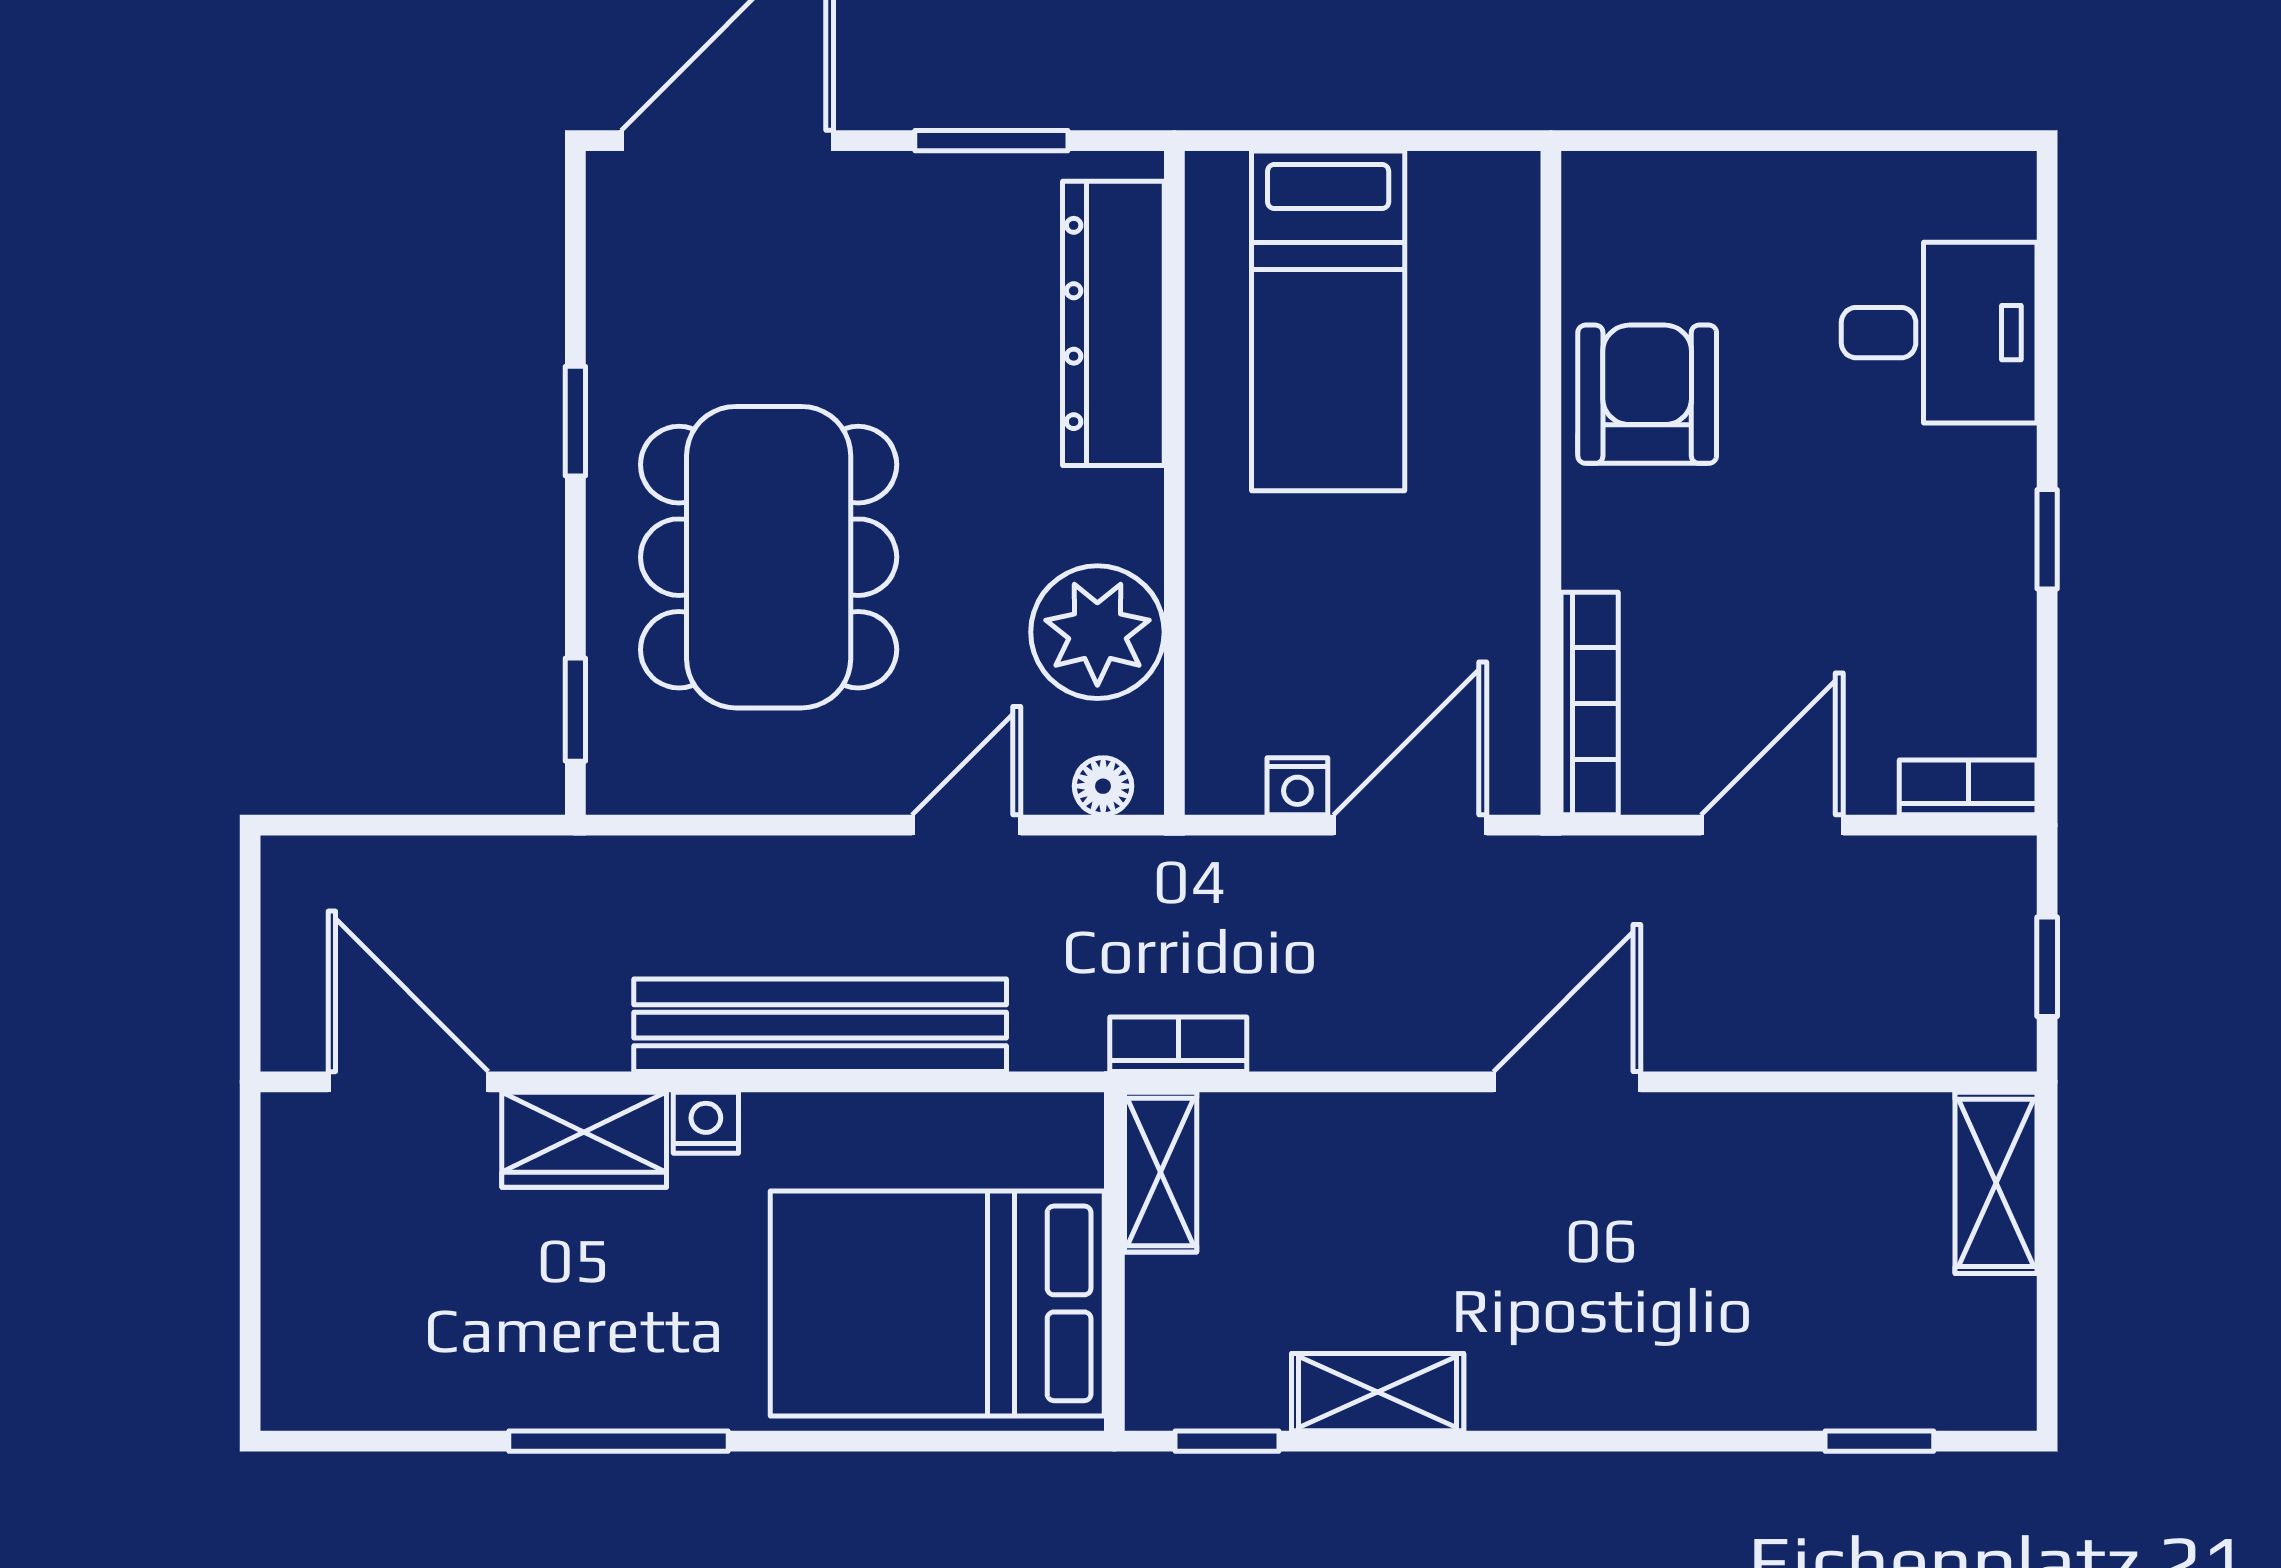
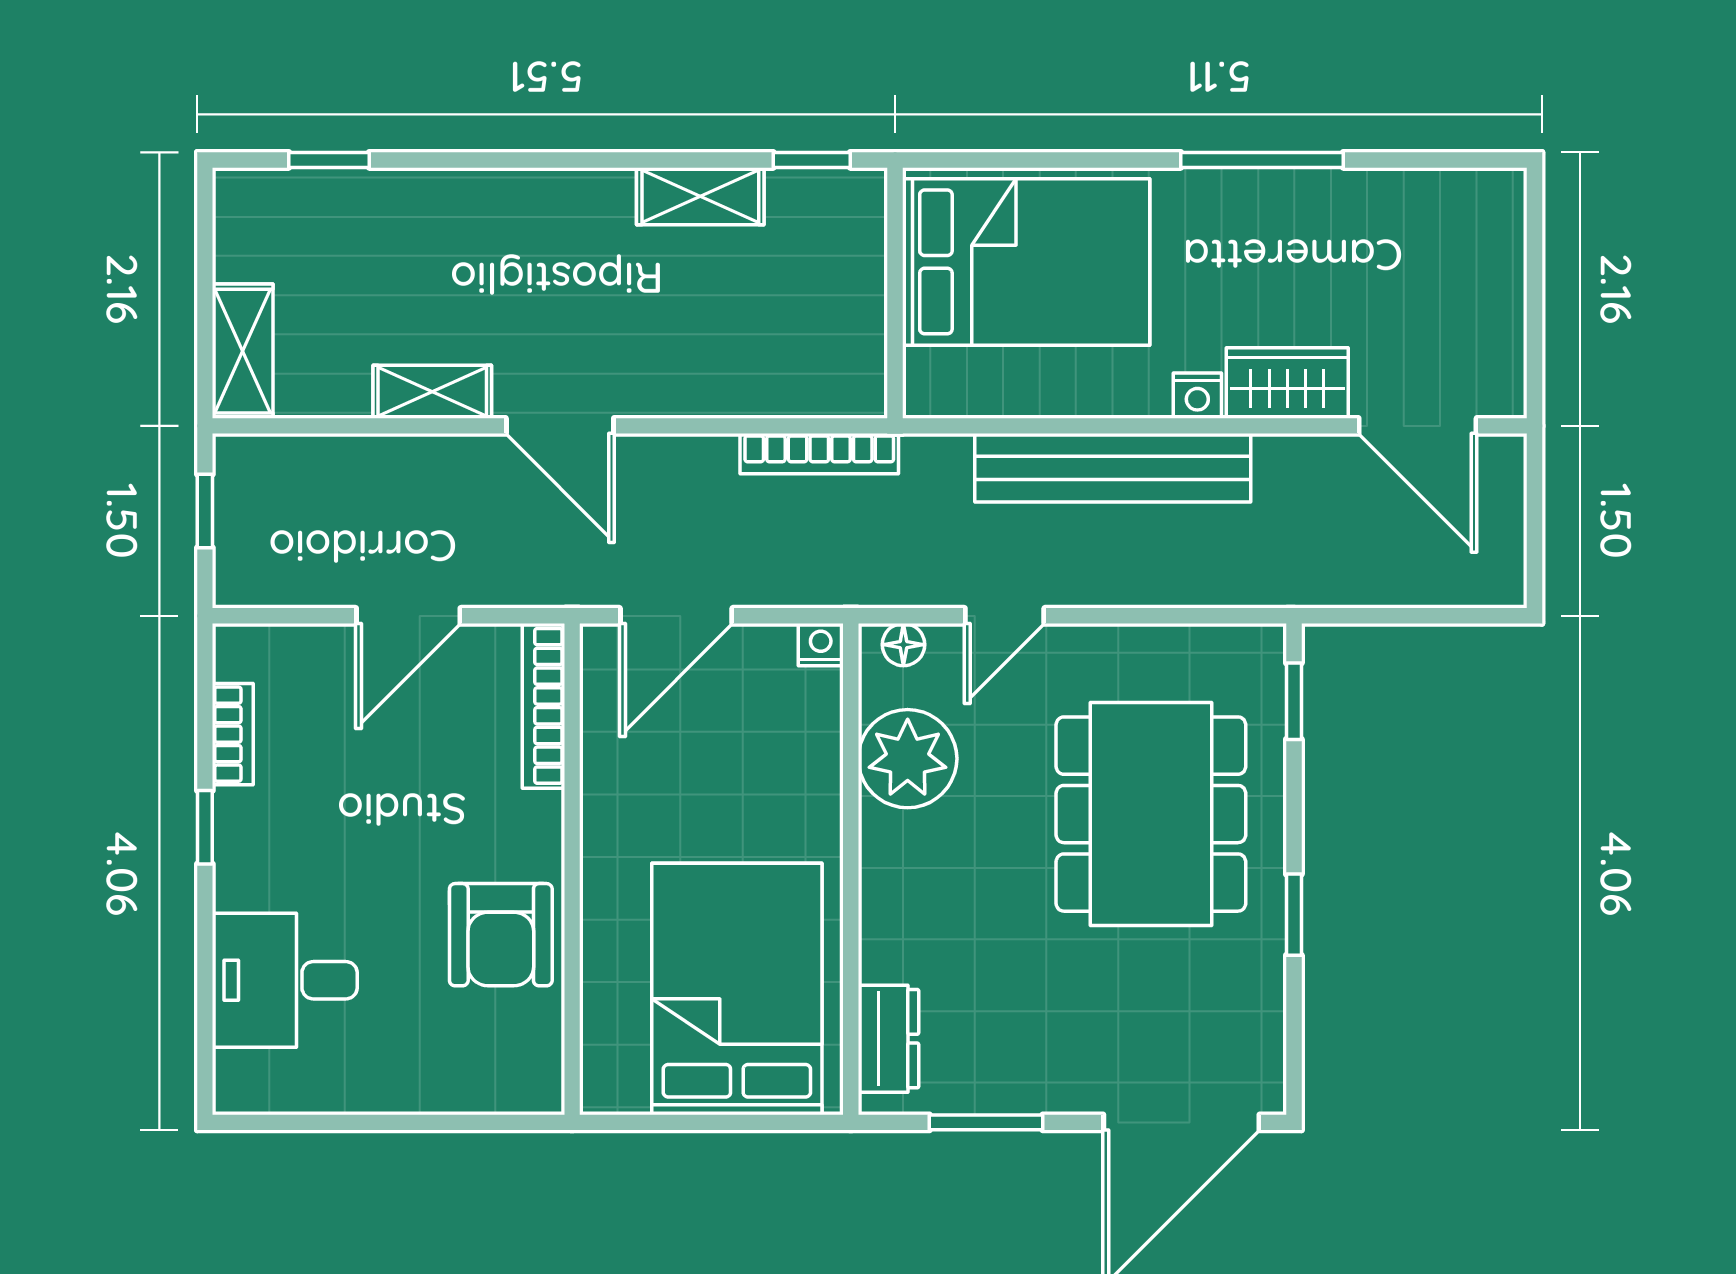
bed: (1328, 321) -> (737, 989), width x1.50
dresser: (1113, 323) -> (888, 1039), width x0.51, depth x0.80
nightstand: (1297, 786) -> (821, 645), moved
bookcase: (1968, 787) -> (233, 734), moved, turned -90
bookcase: (1178, 1044) -> (819, 454), width x1.56
door: (1567, 1082) -> (560, 426), hinge flipped
shelving: (1161, 1172) -> (432, 392), moved, turned 90

